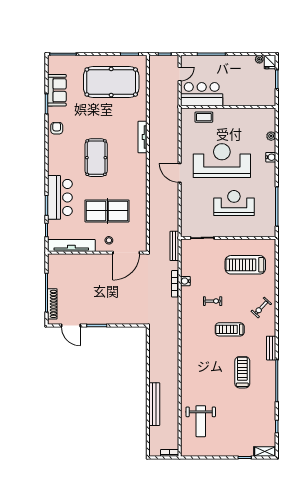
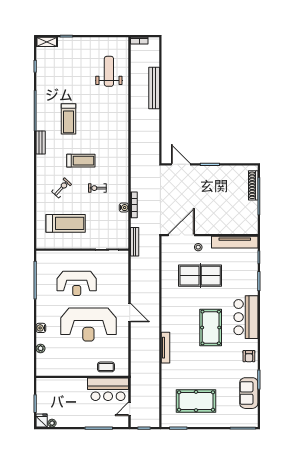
pool table: (111, 82) -> (196, 401), width x0.73, depth x0.76
bar counter: (60, 197) -> (246, 317), moved
exercise bike: (261, 308) -> (62, 188), moved
door: (71, 325) -> (181, 164), moved

